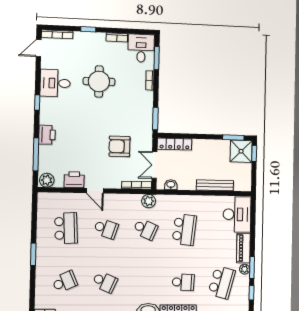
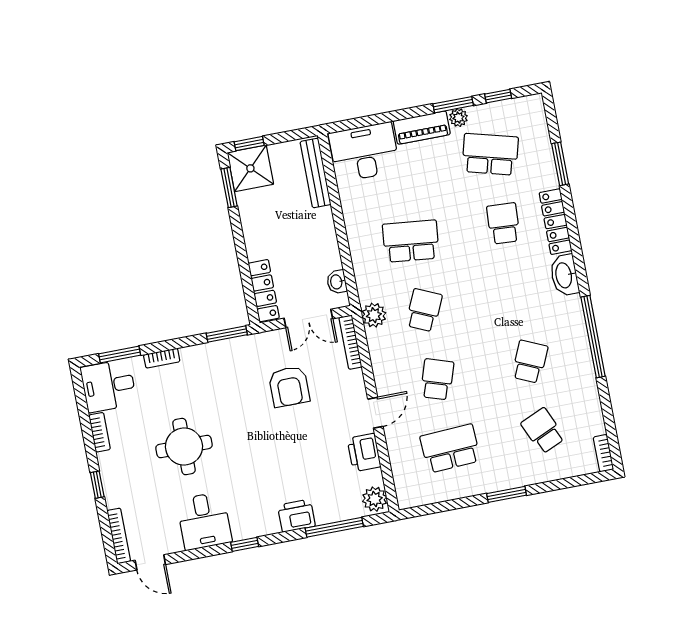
bench: (215, 185) -> (315, 173), moved

